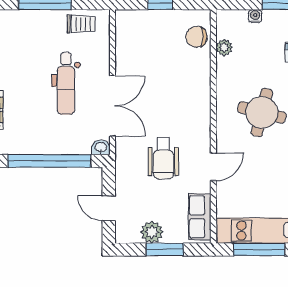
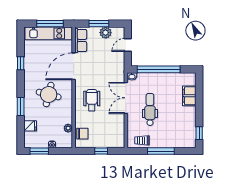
wheelchair: (163, 158) -> (92, 100), moved
door: (213, 167) -> (74, 66), width x1.88
door: (109, 208) -> (128, 45), swing flipped

